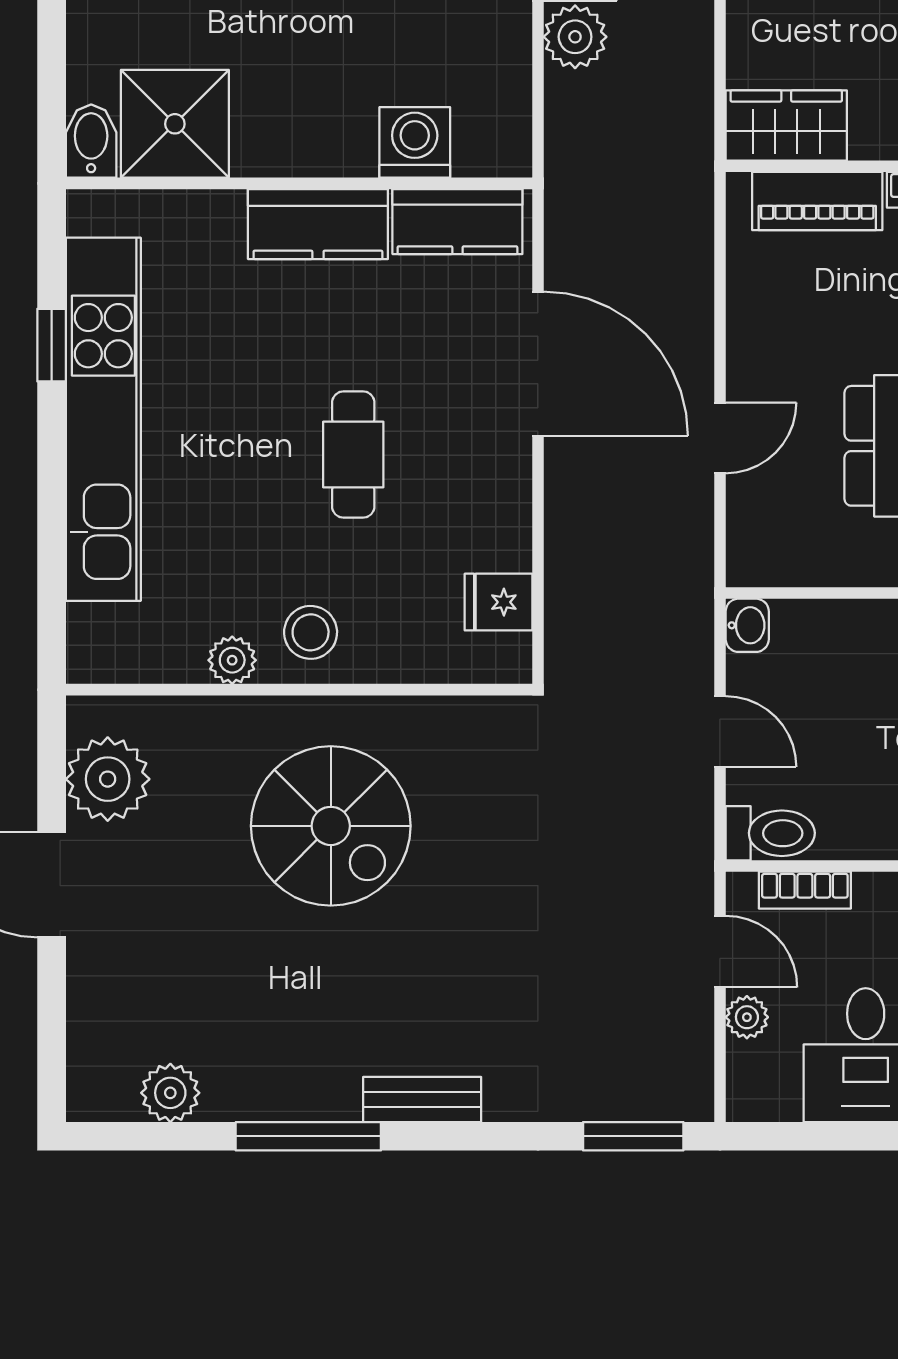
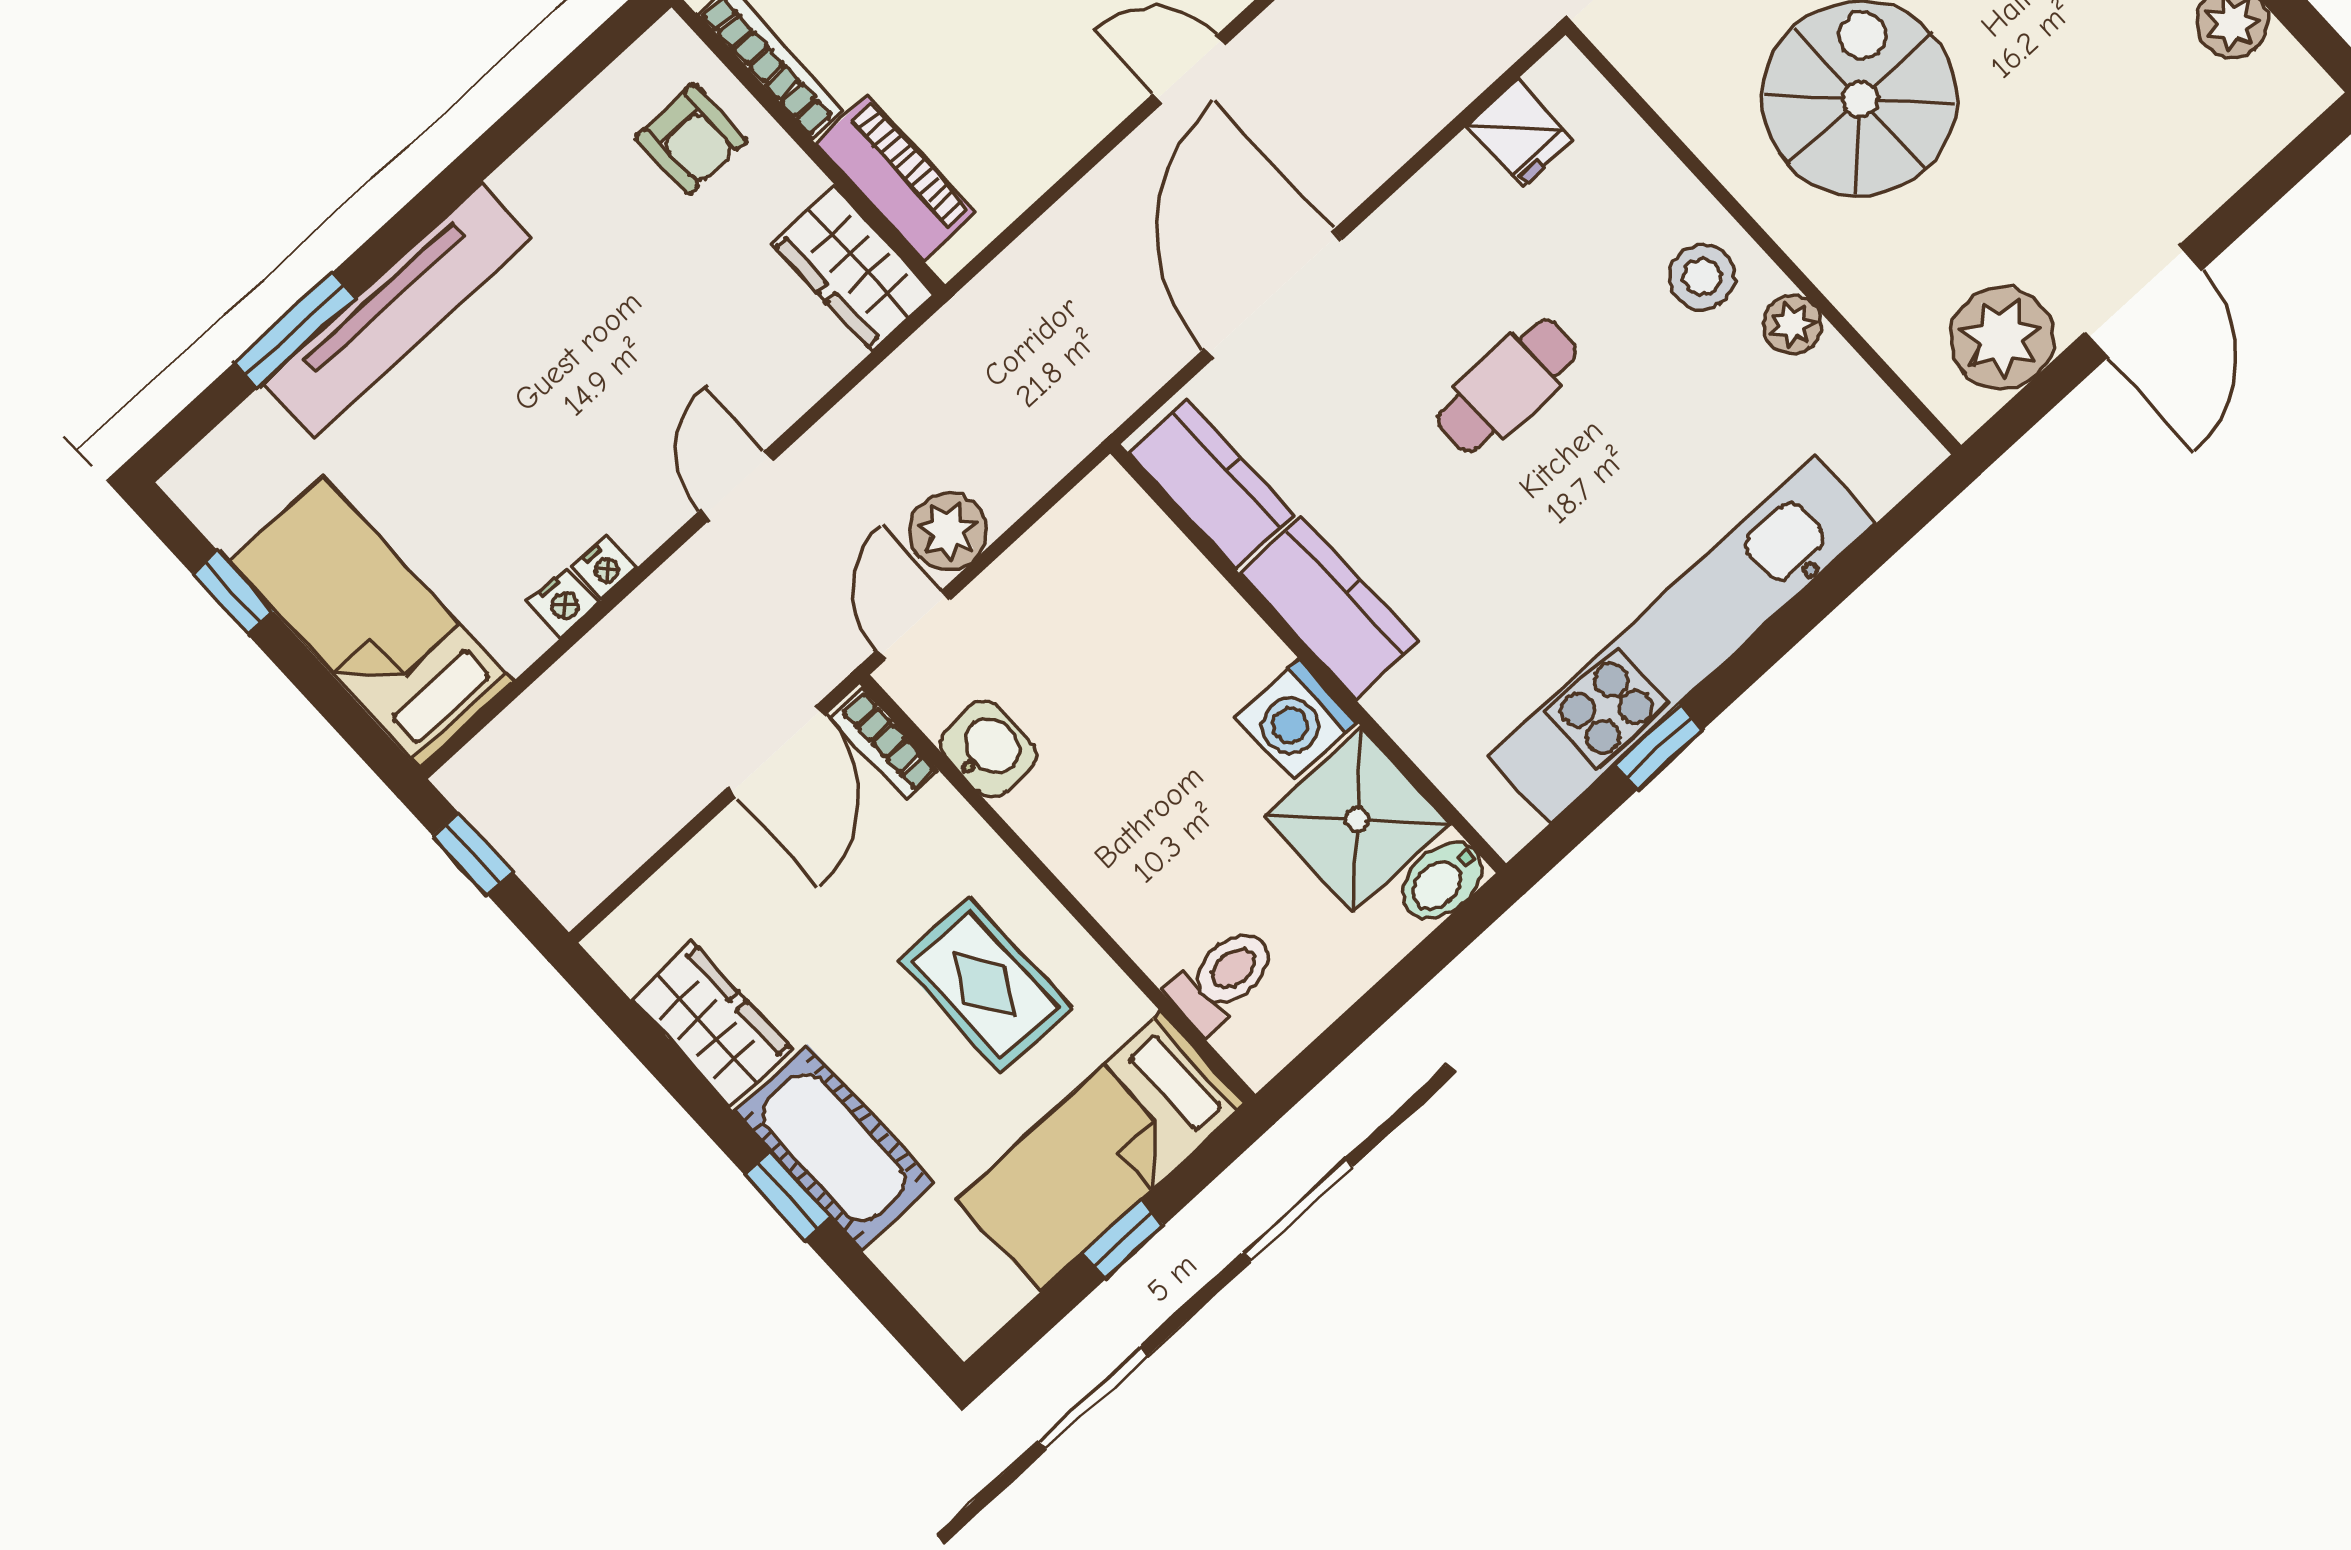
washing machine: (415, 142) -> (1296, 720), moved

